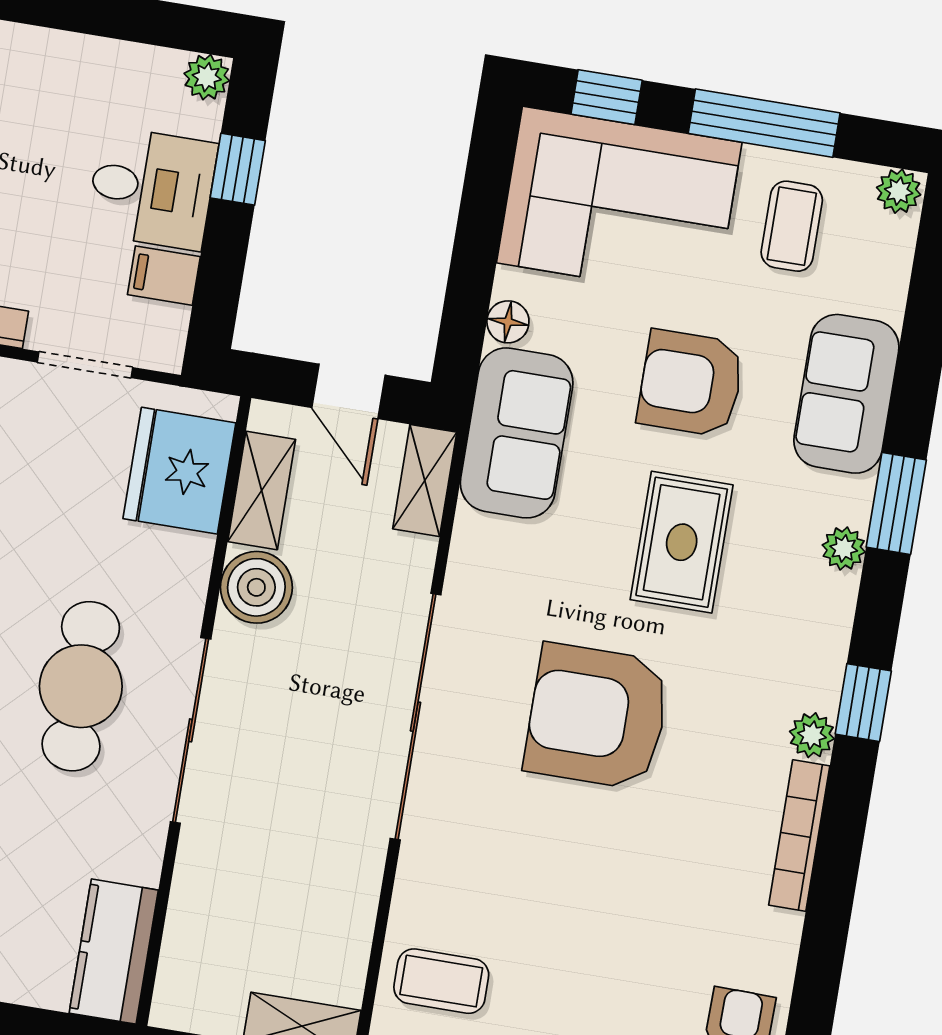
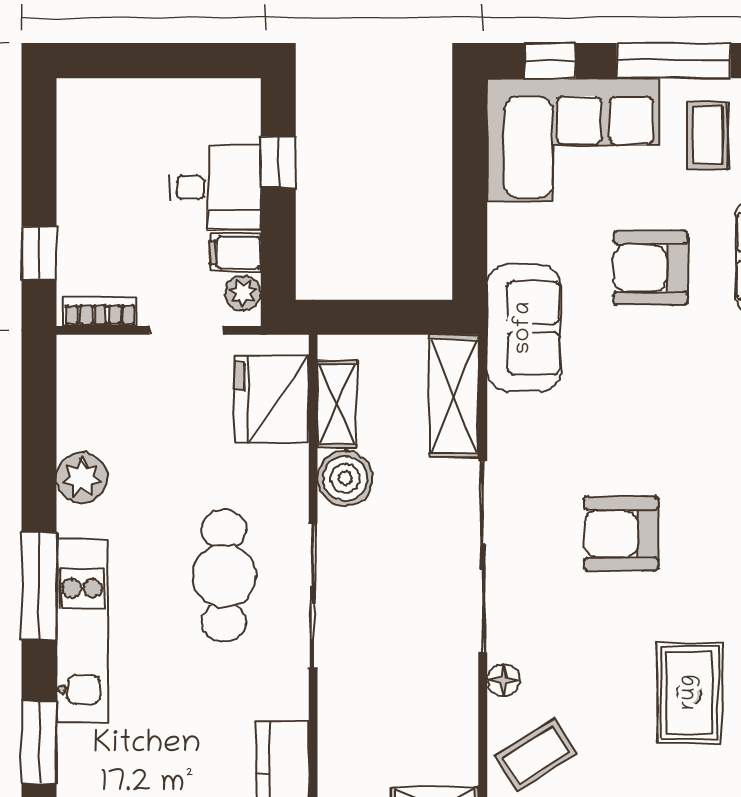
plant: (207, 77) -> (243, 293), moved
floor lamp: (508, 322) -> (503, 680), moved
door: (348, 391) -> (391, 317), removed
shelving: (425, 480) -> (454, 396), width x1.50, depth x1.33
rug: (682, 542) -> (689, 692), moved
armchair: (597, 716) -> (621, 534), width x0.73, depth x0.73
coffee table: (441, 981) -> (536, 755), turned -32

